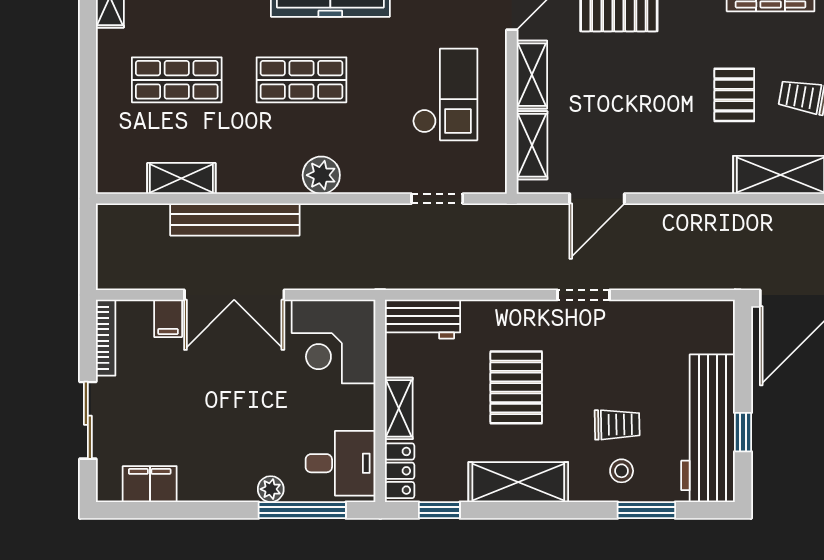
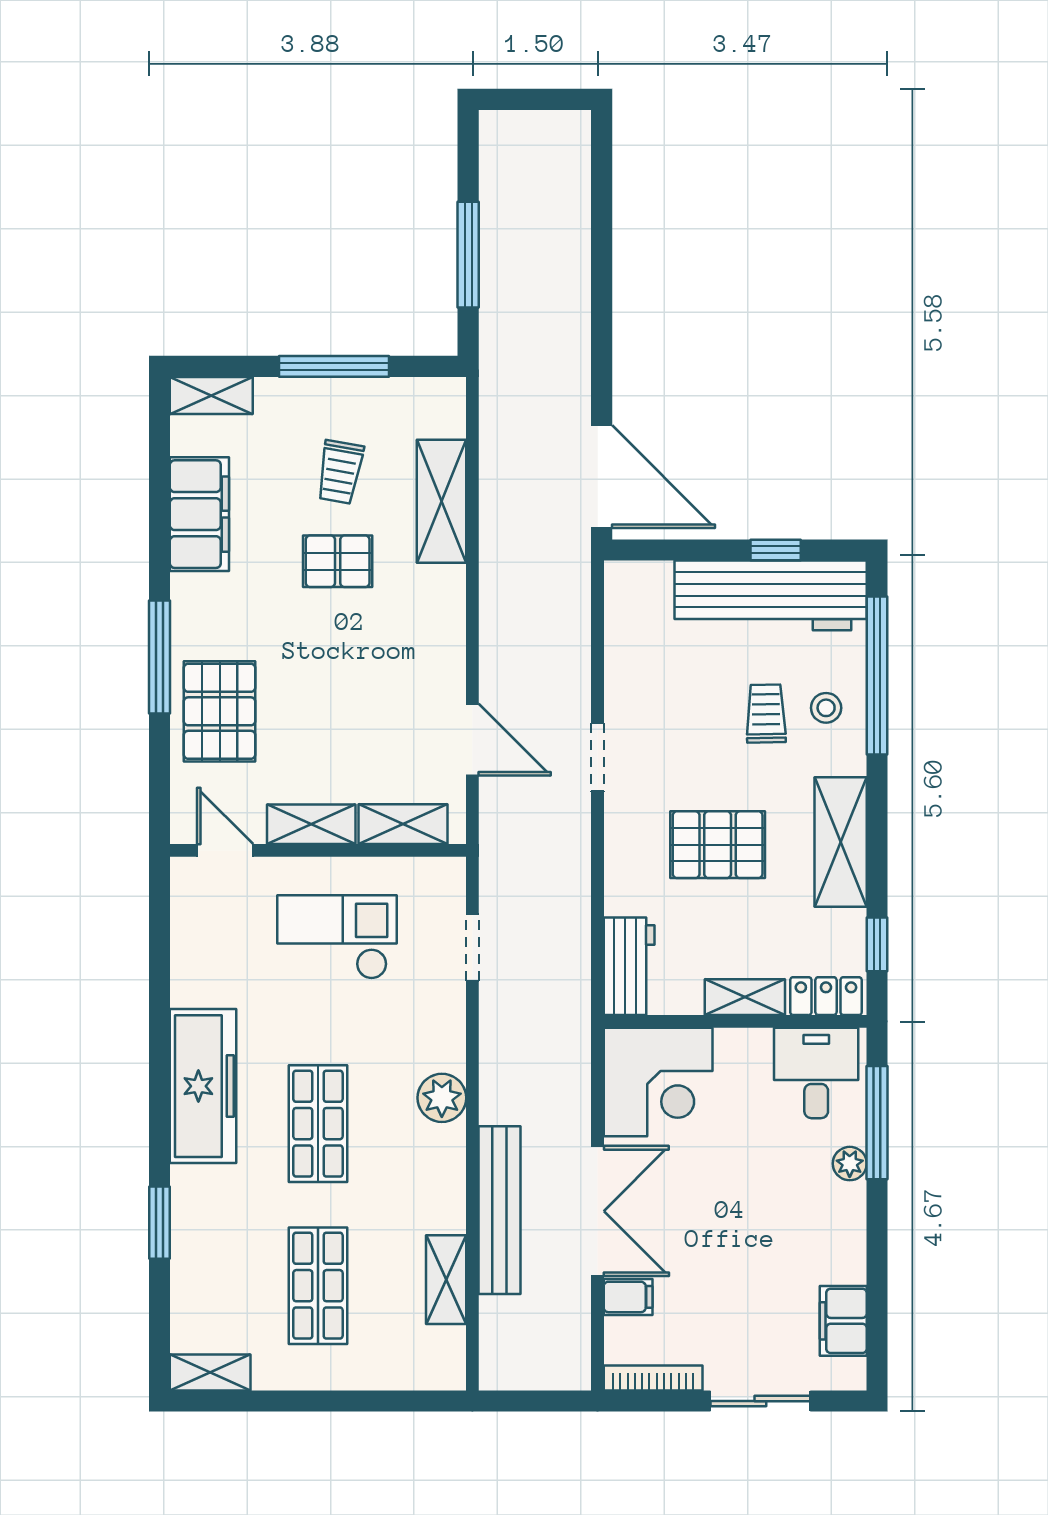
window: (646, 510) -> (877, 675), width x2.11

